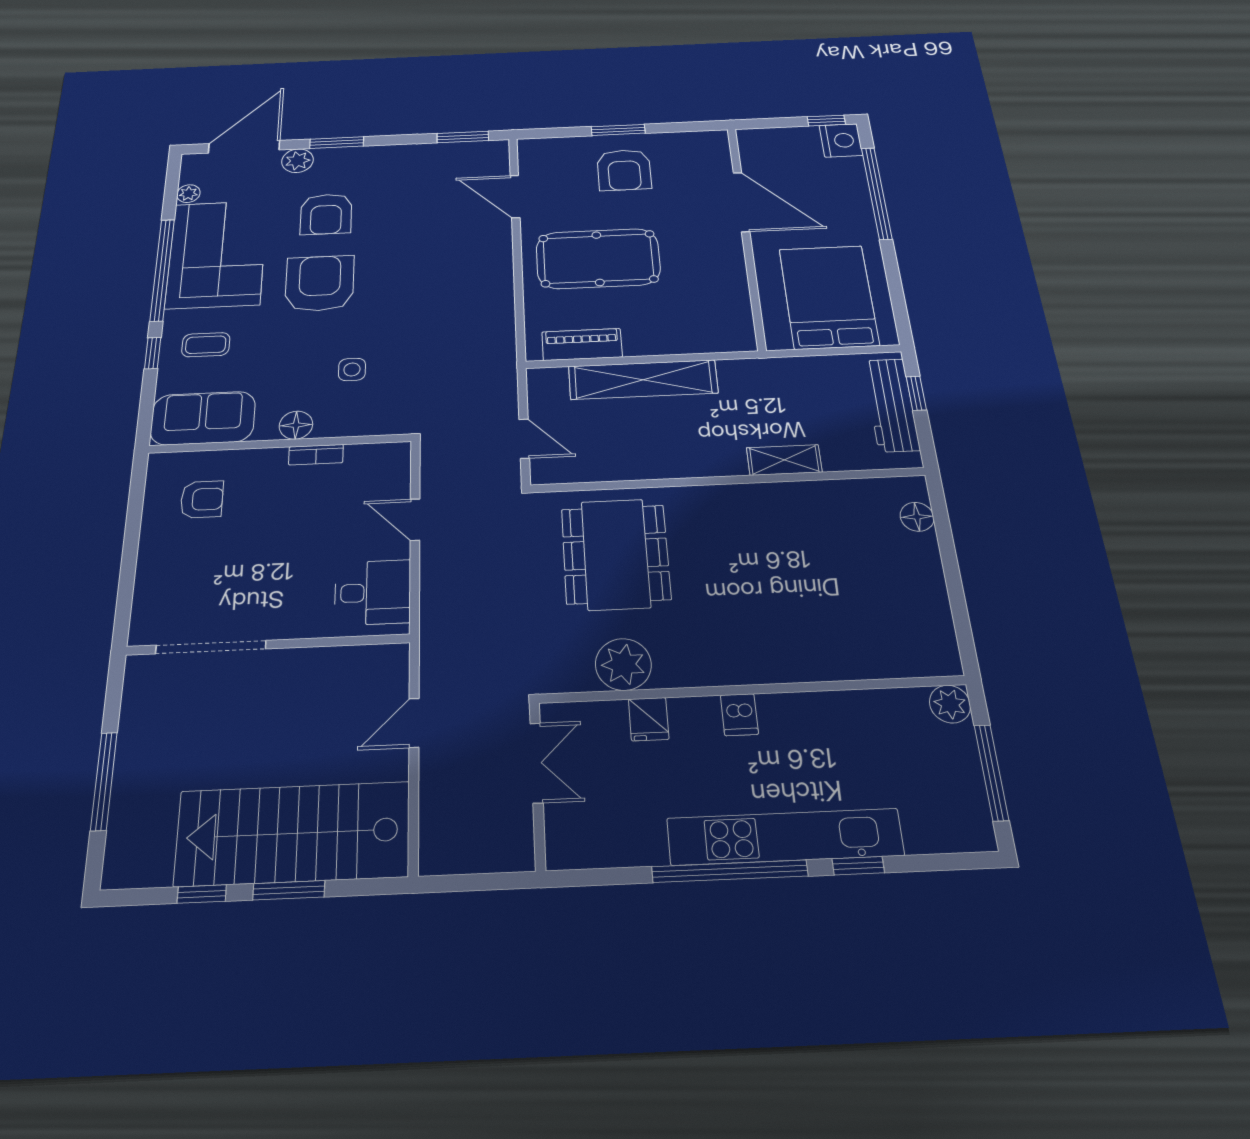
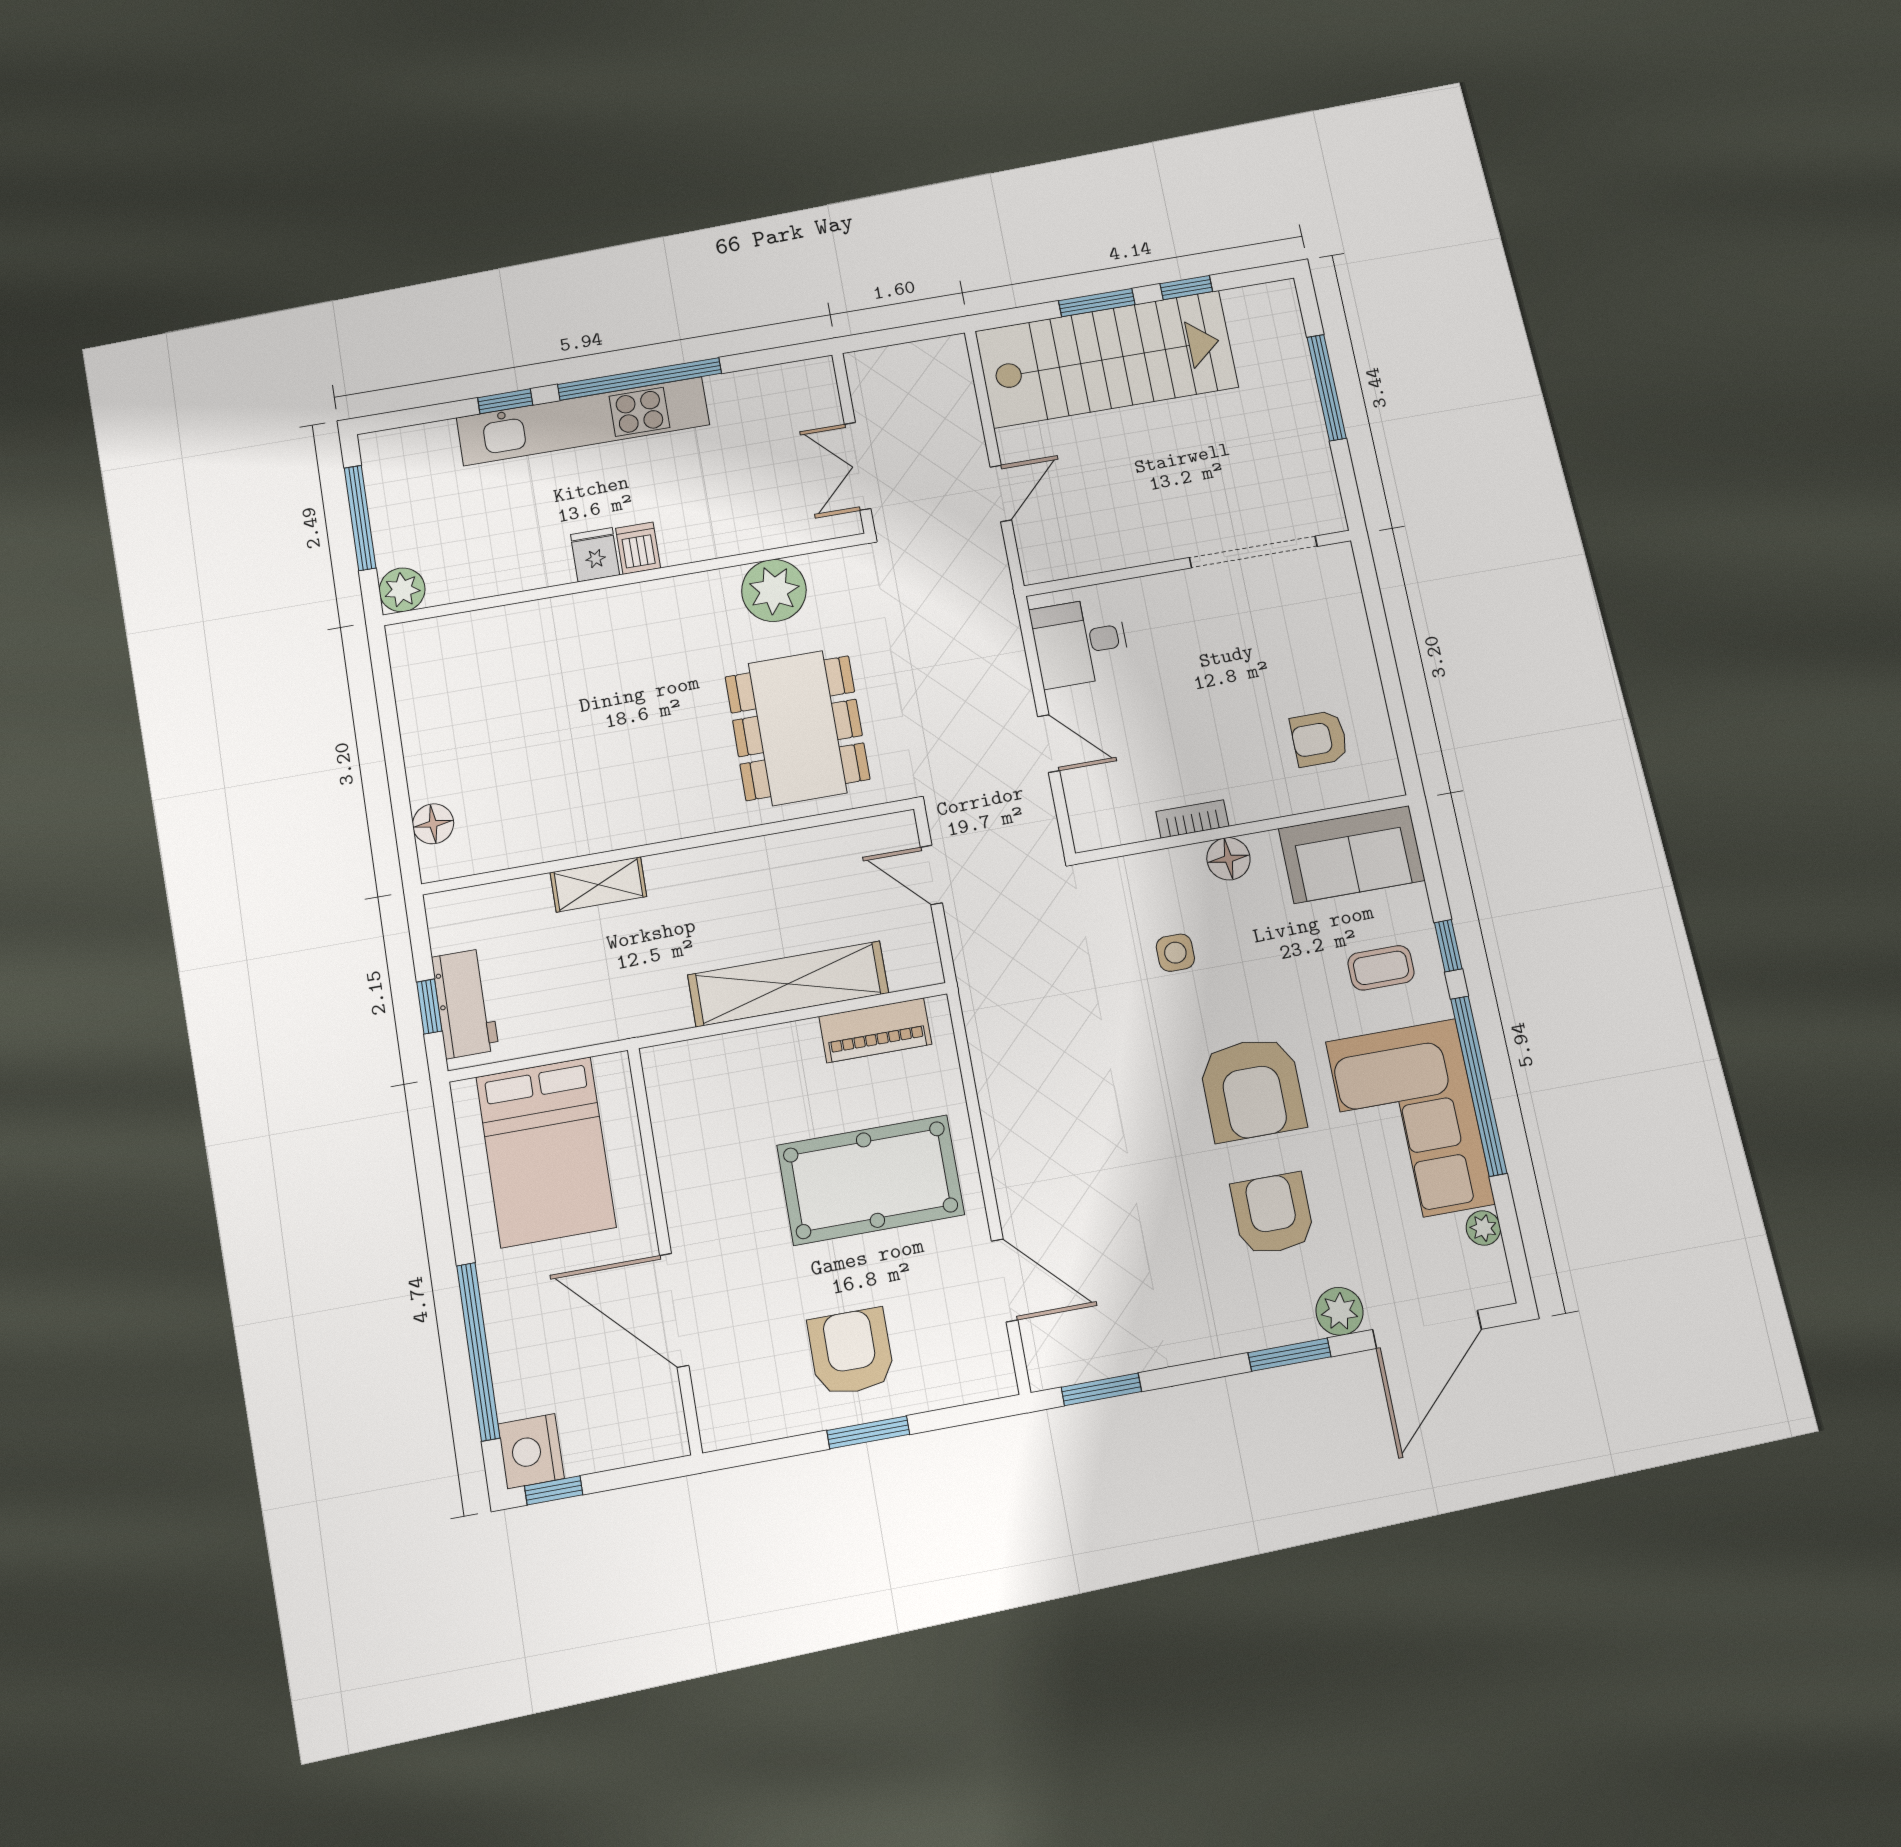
workbench: (891, 405) -> (465, 1003), width x0.73
fridge: (649, 719) -> (595, 555), moved

